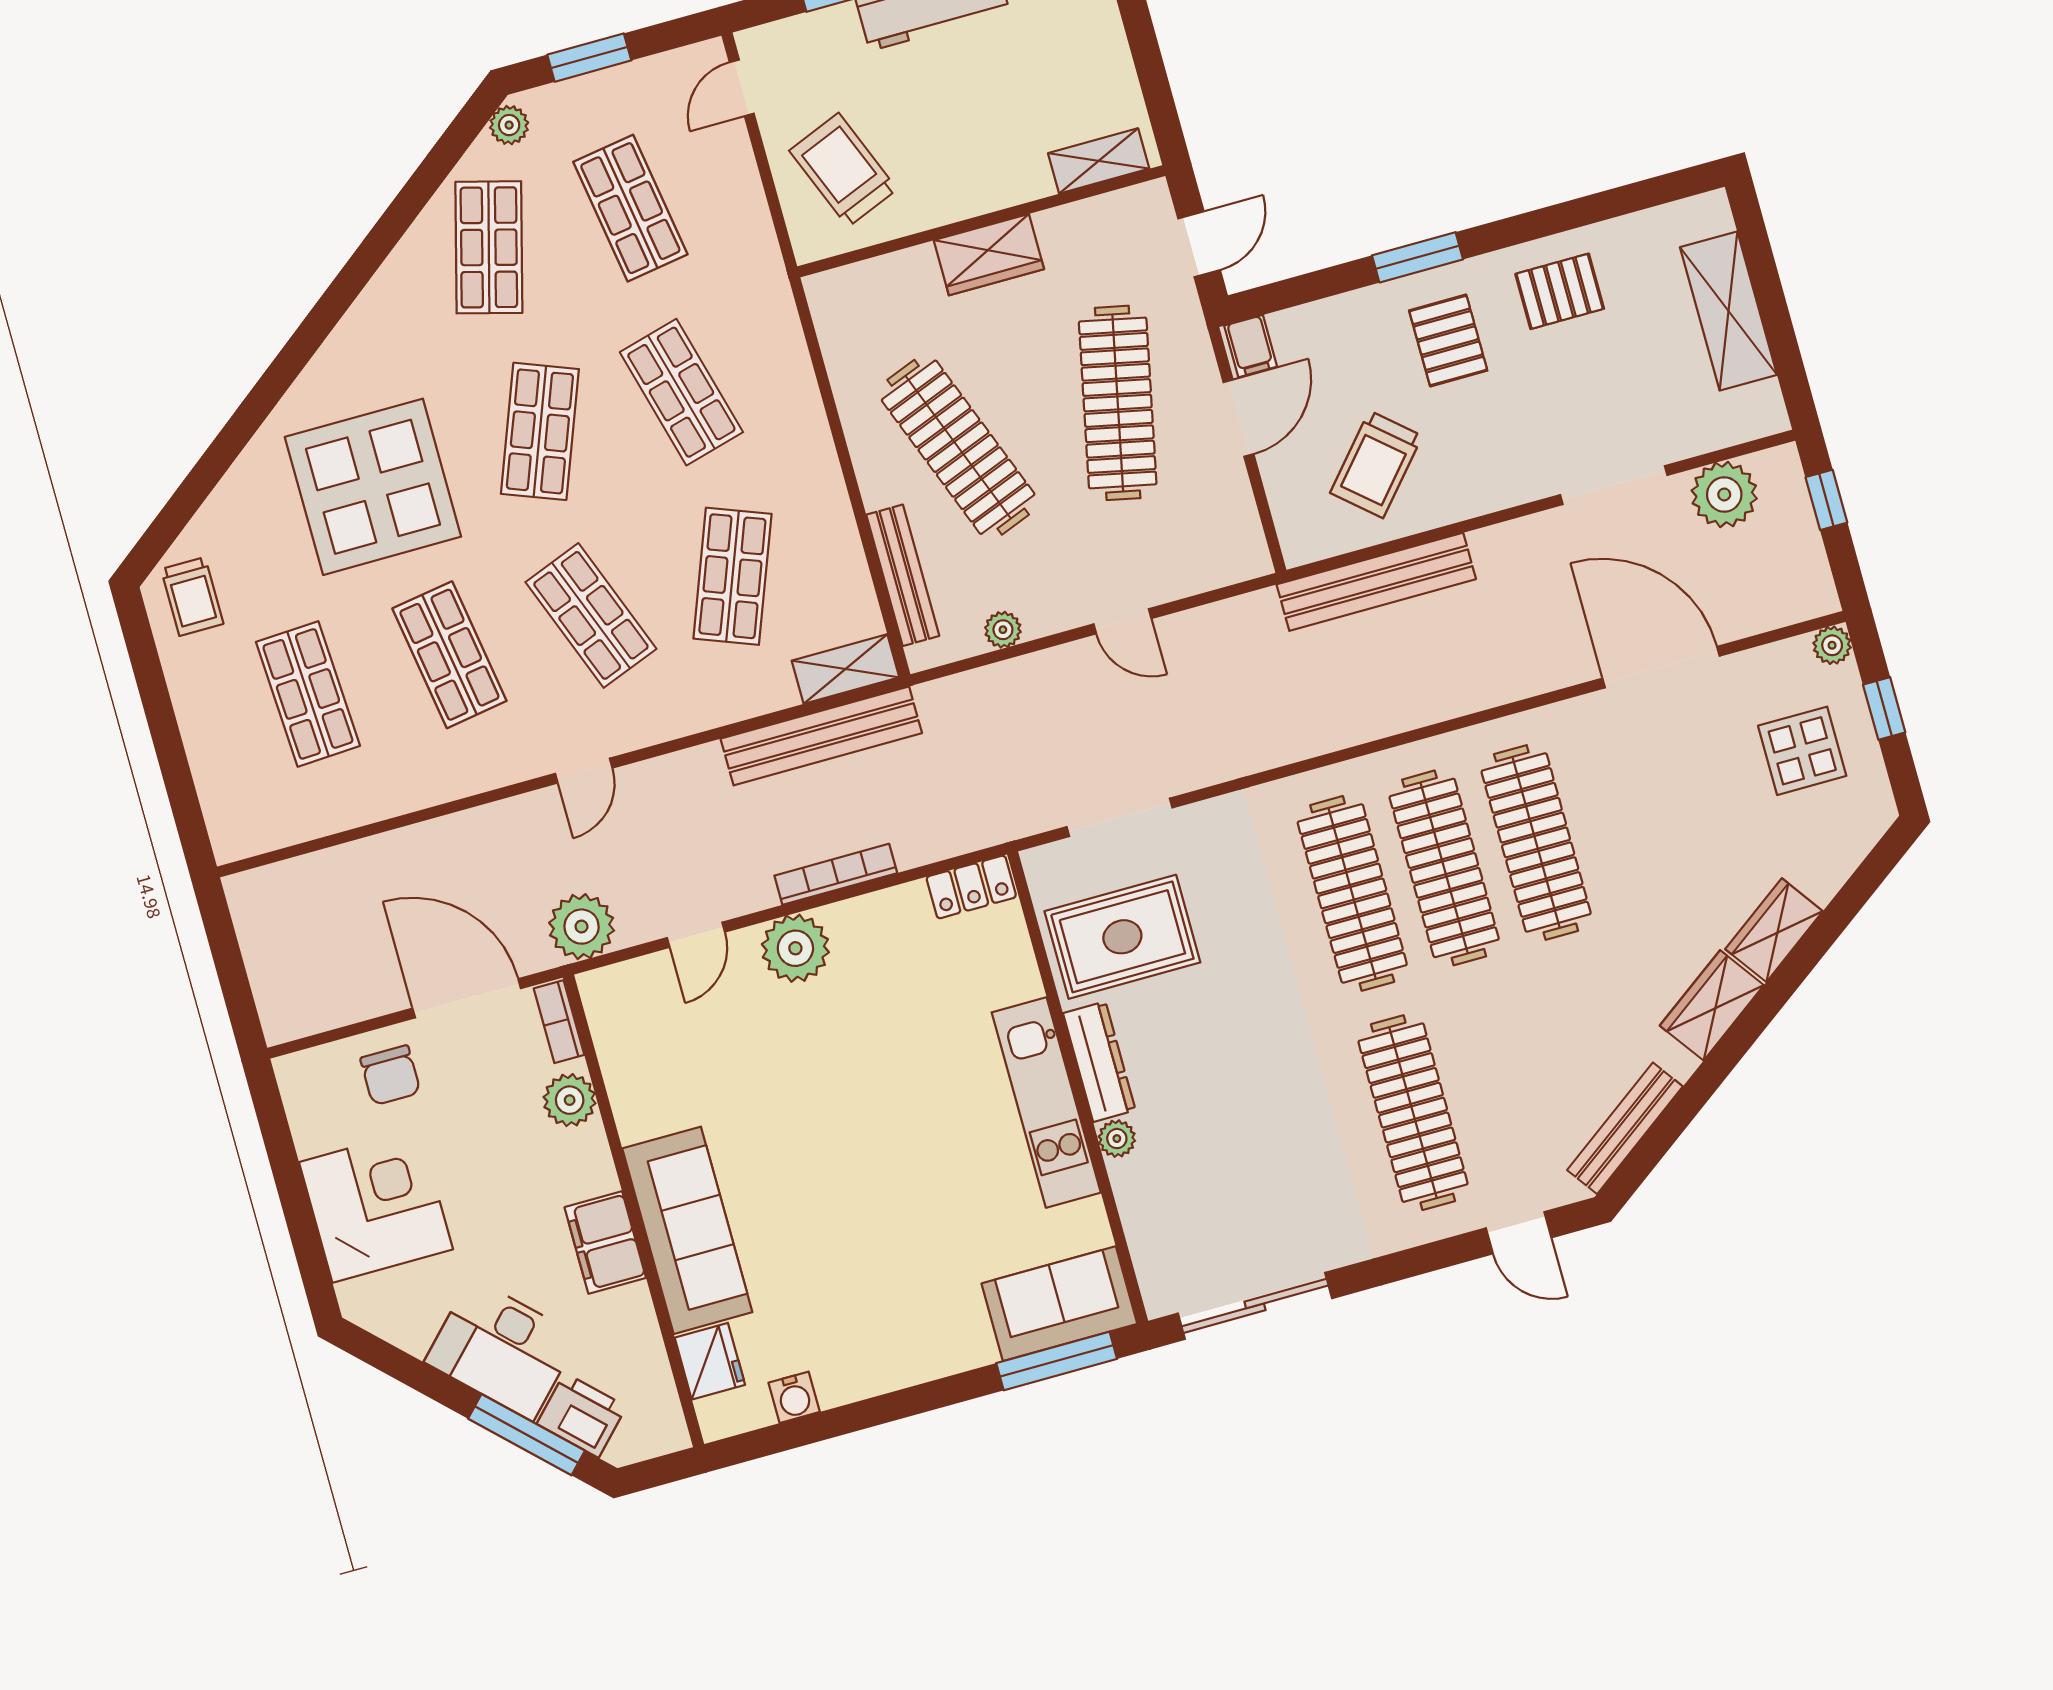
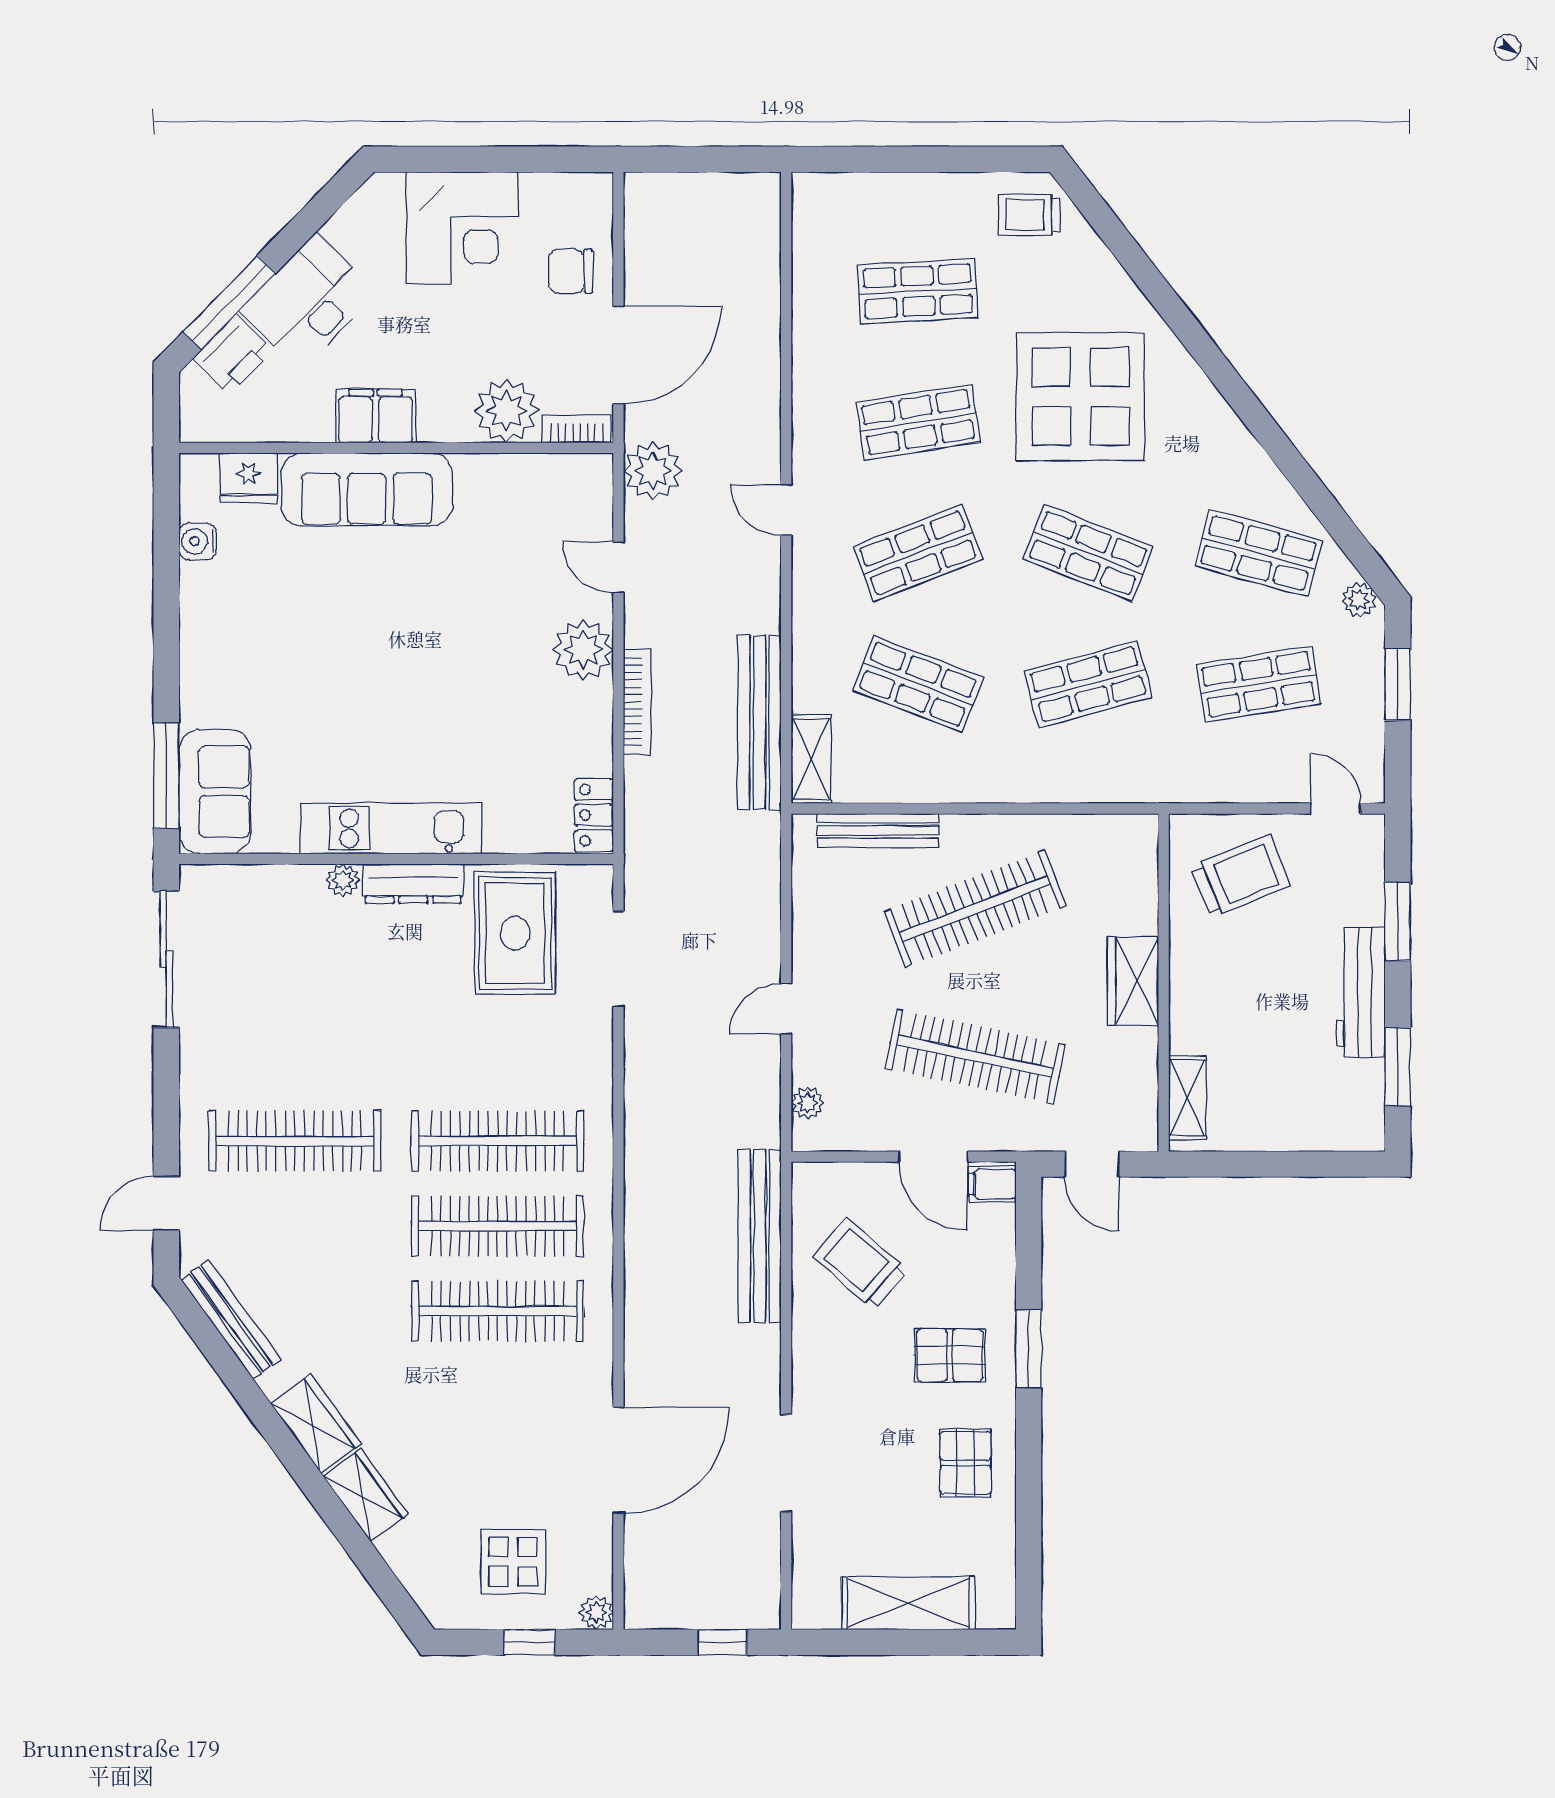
plant: (1724, 495) -> (752, 1556), removed
plant: (1003, 630) -> (807, 1103), moved
plant: (570, 1100) -> (506, 411), width x1.36, depth x1.36

